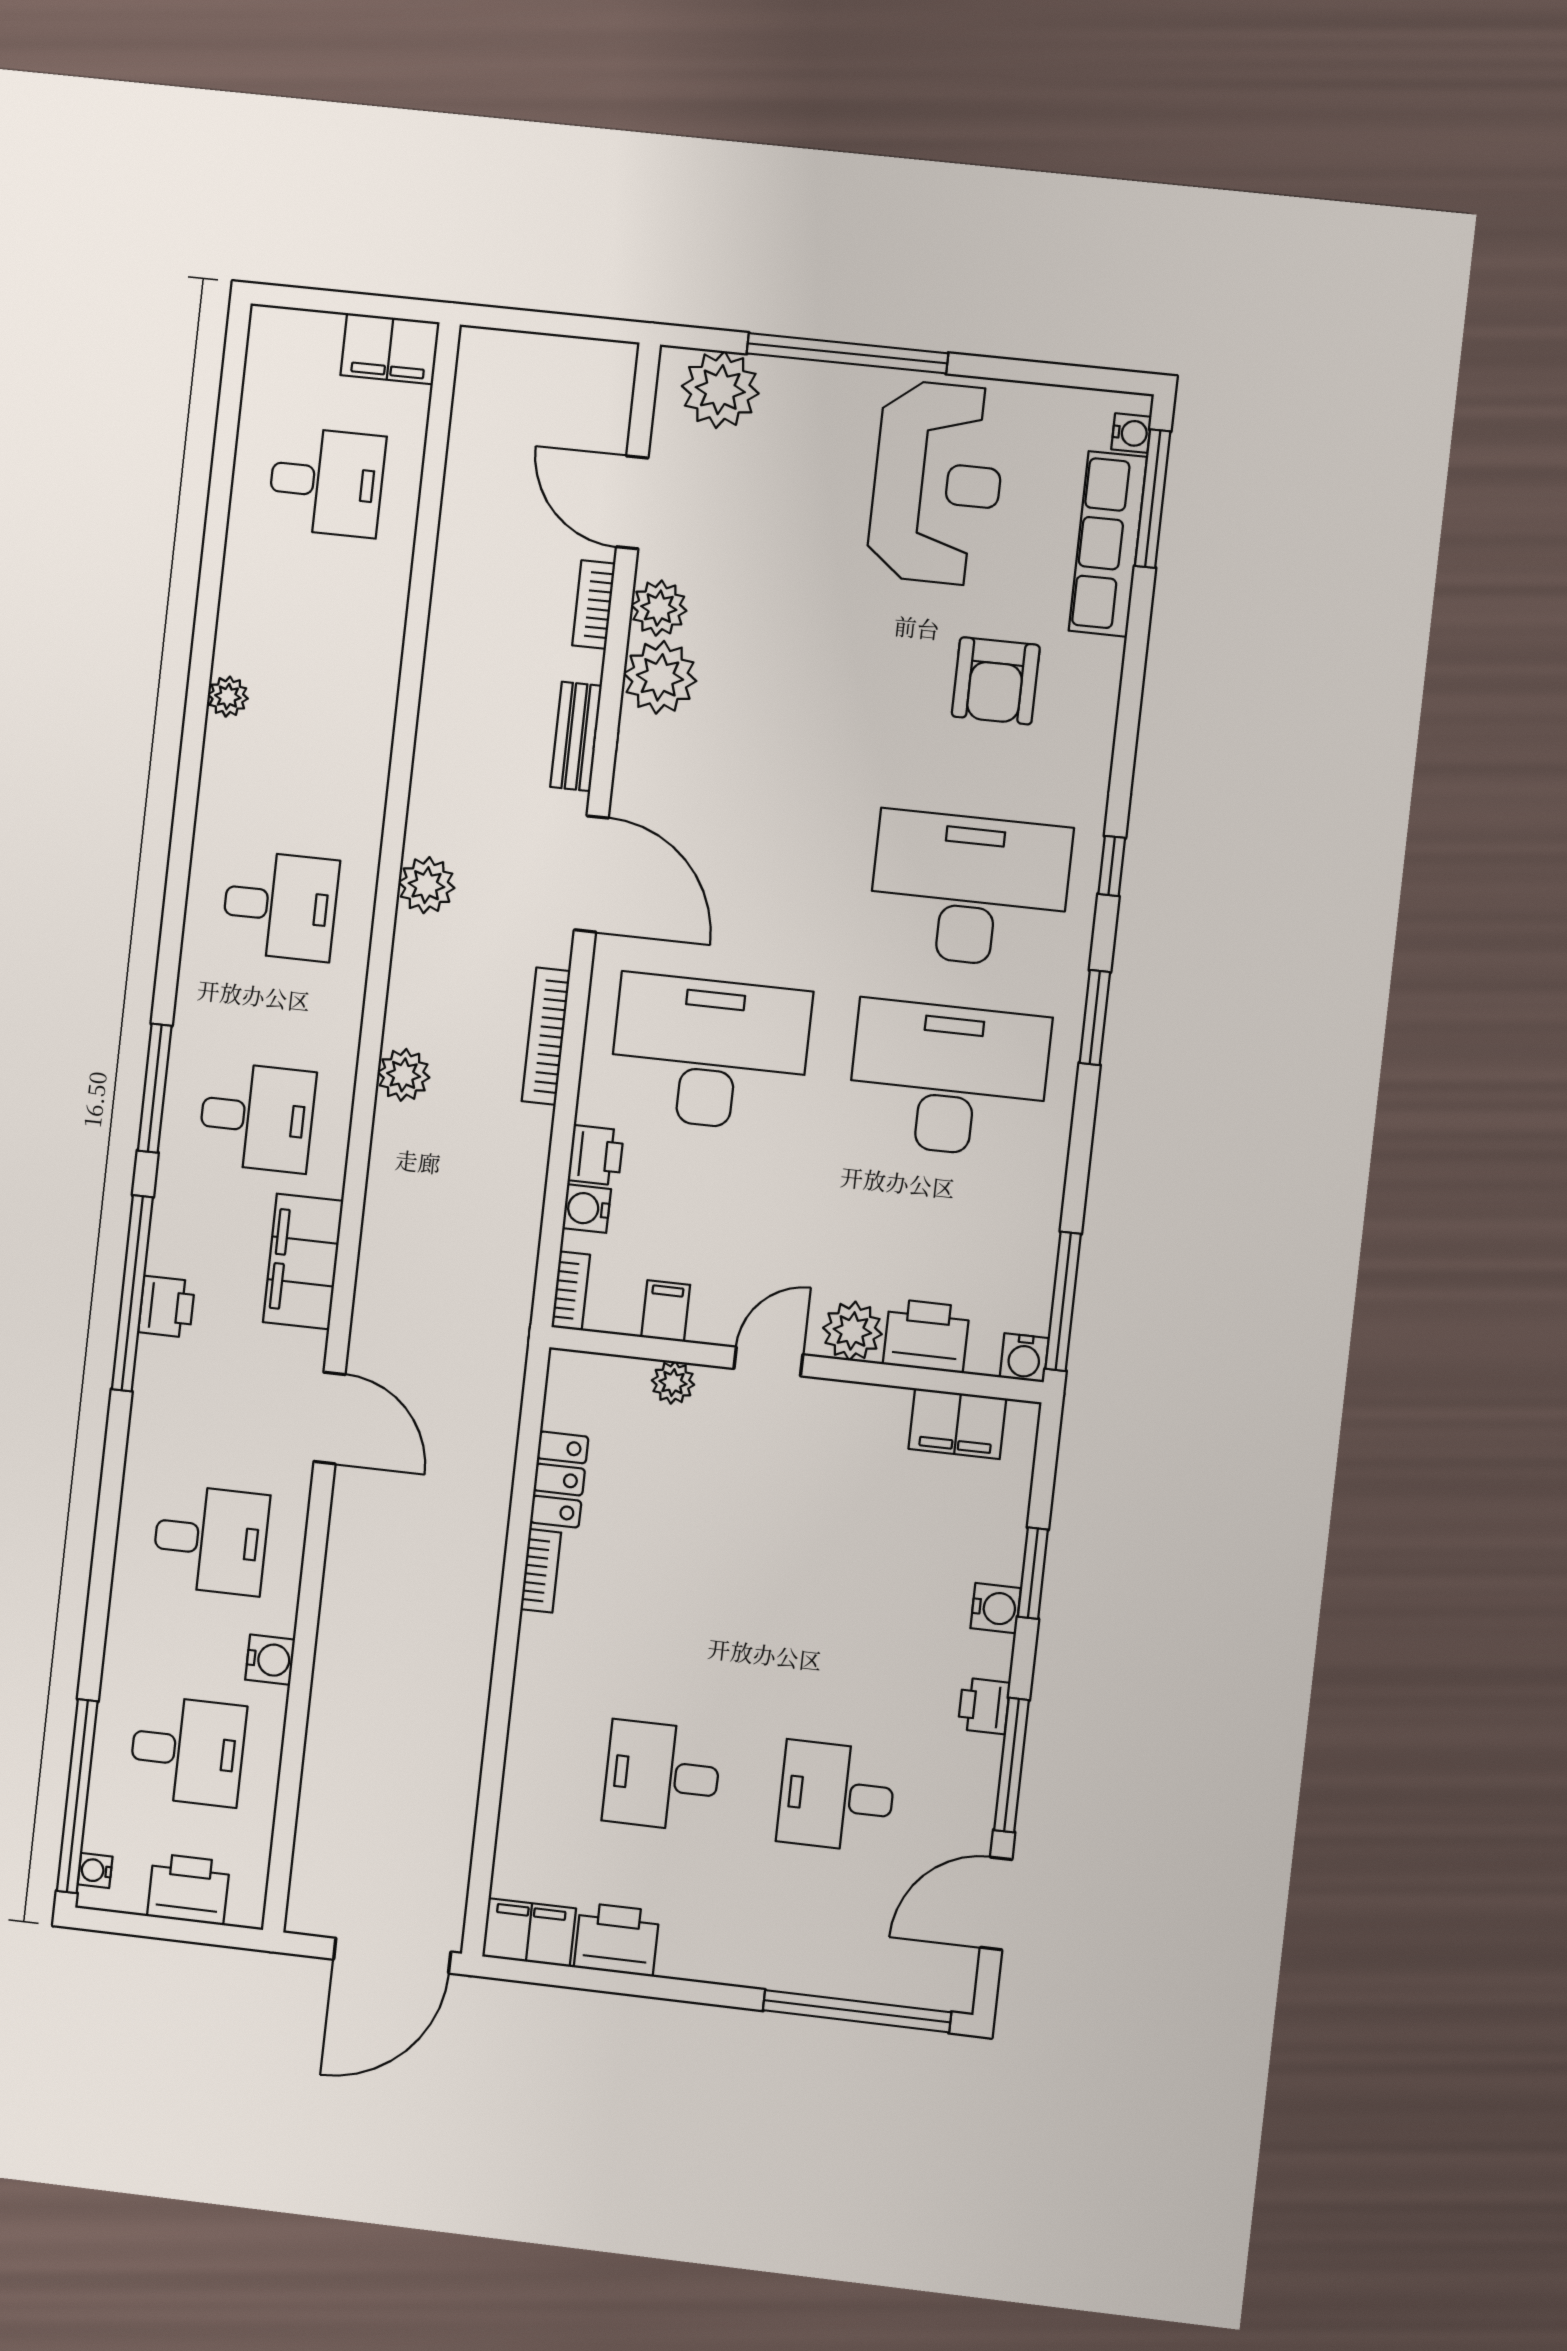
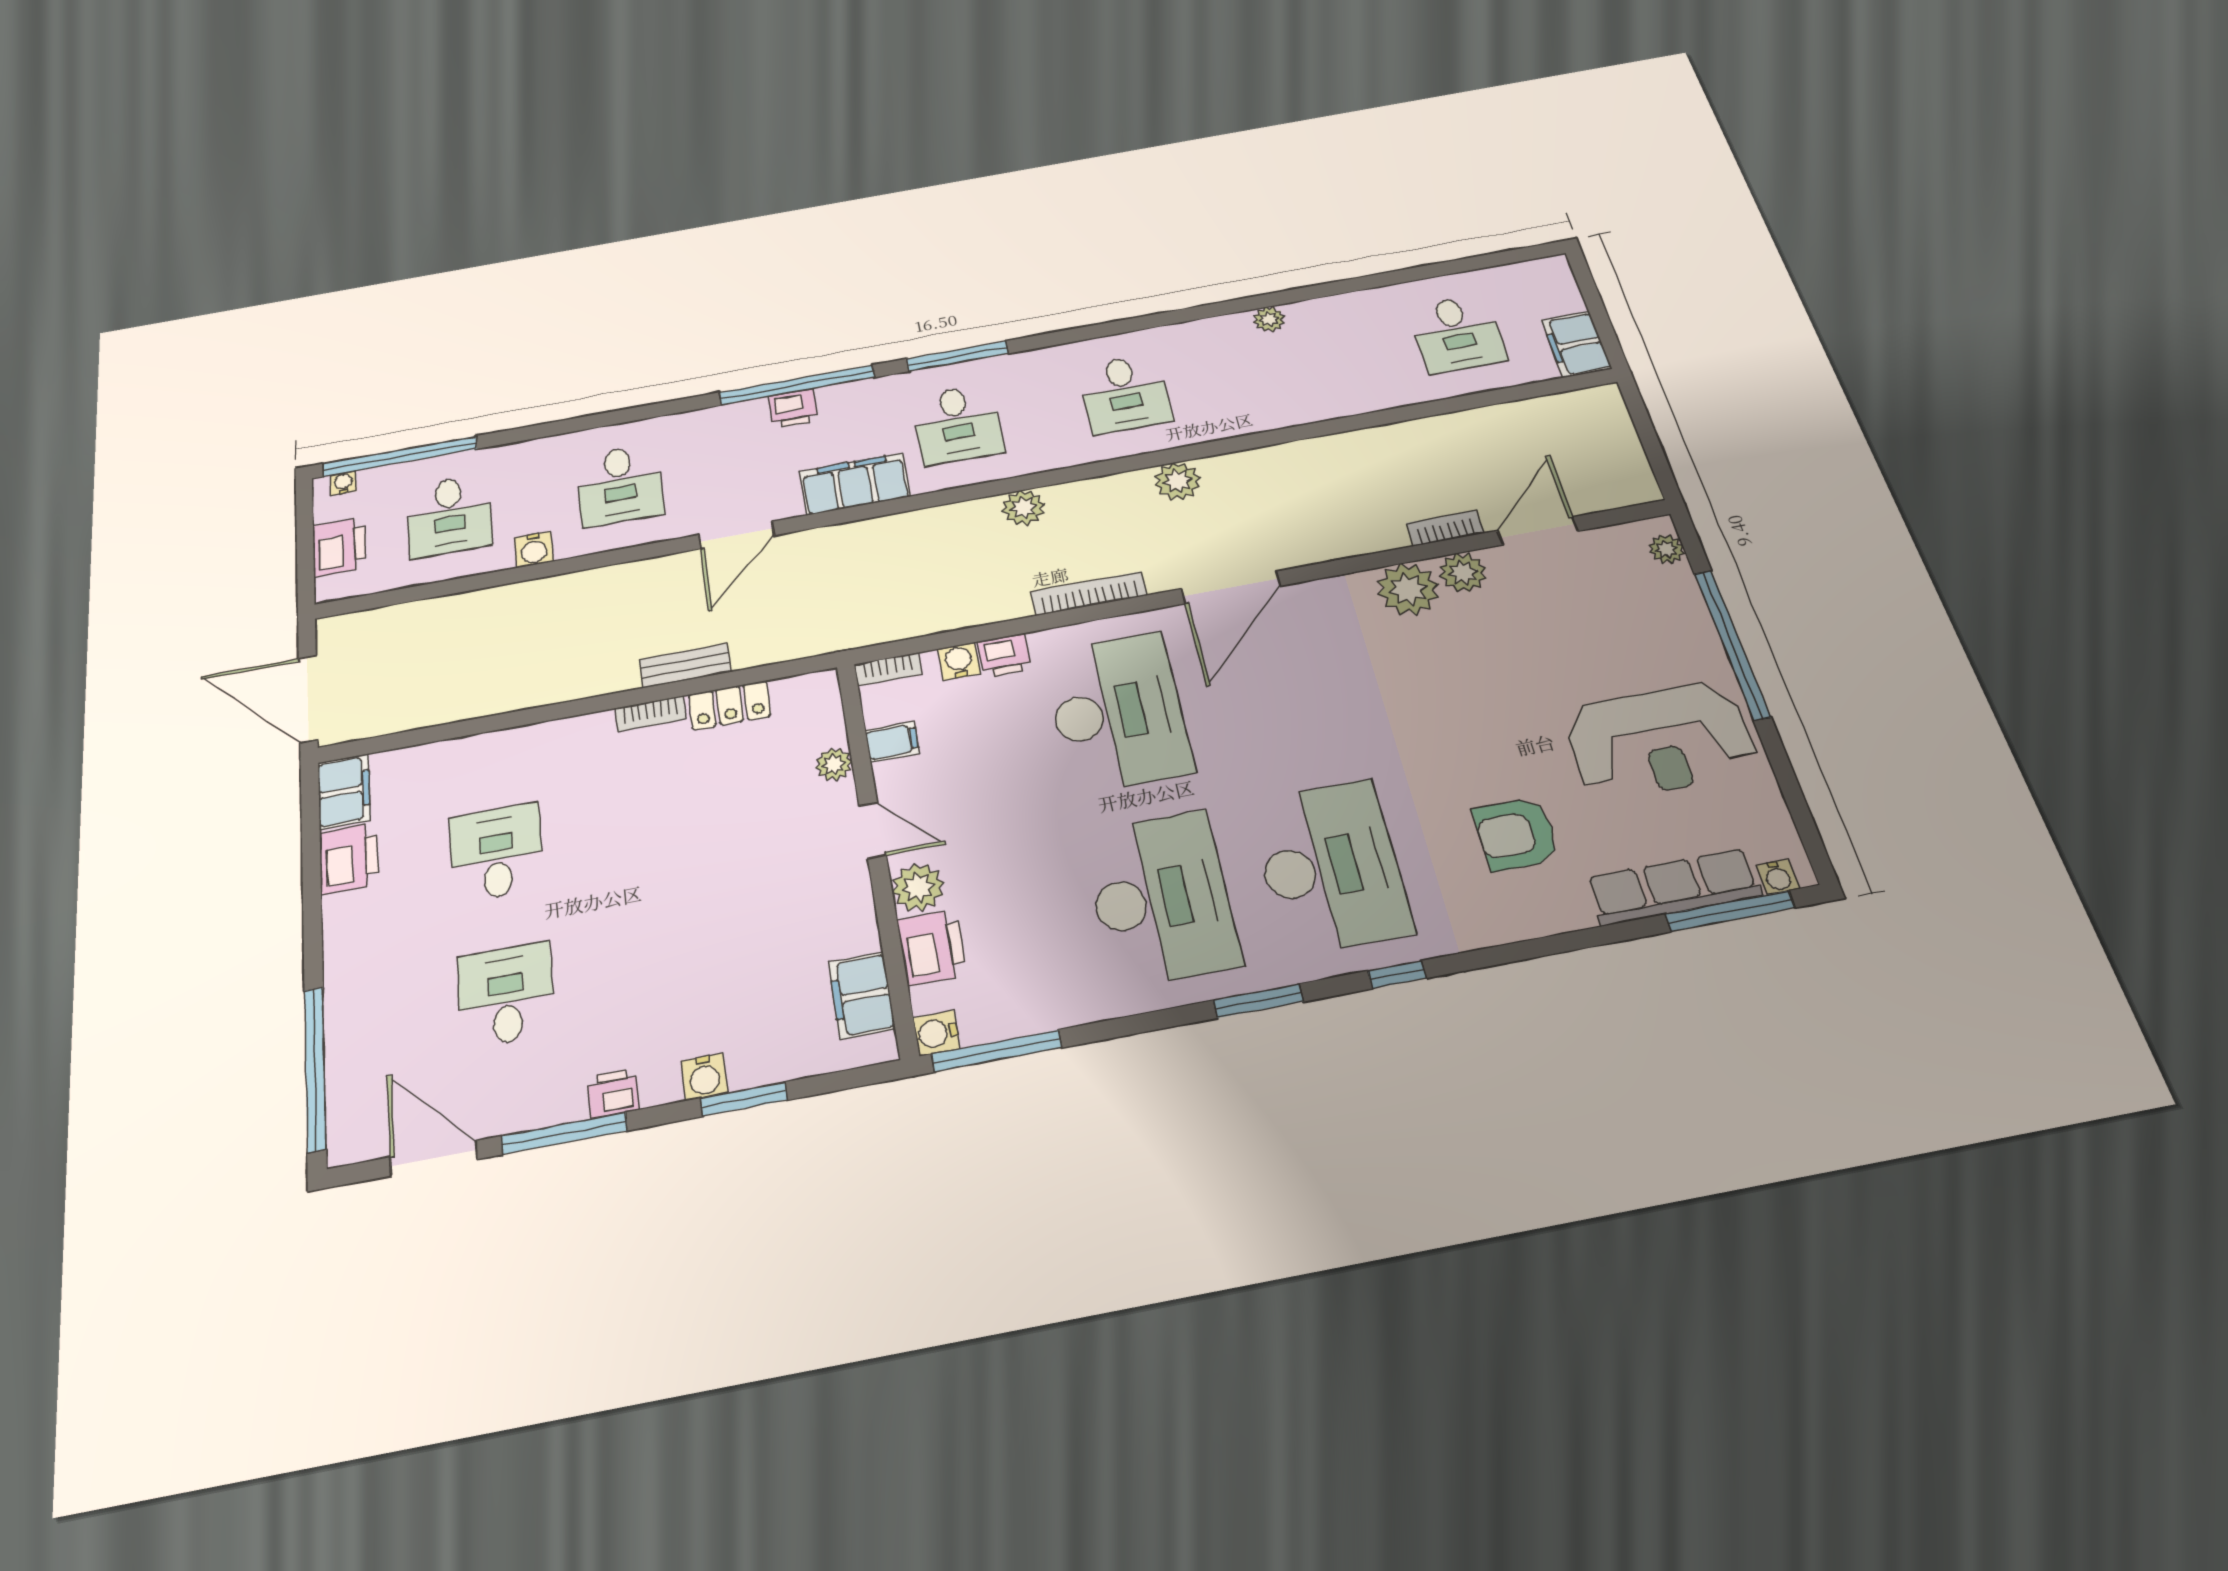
plant: (720, 390) -> (1666, 549), width x0.53, depth x0.53
bench: (576, 736) -> (685, 666), moved

